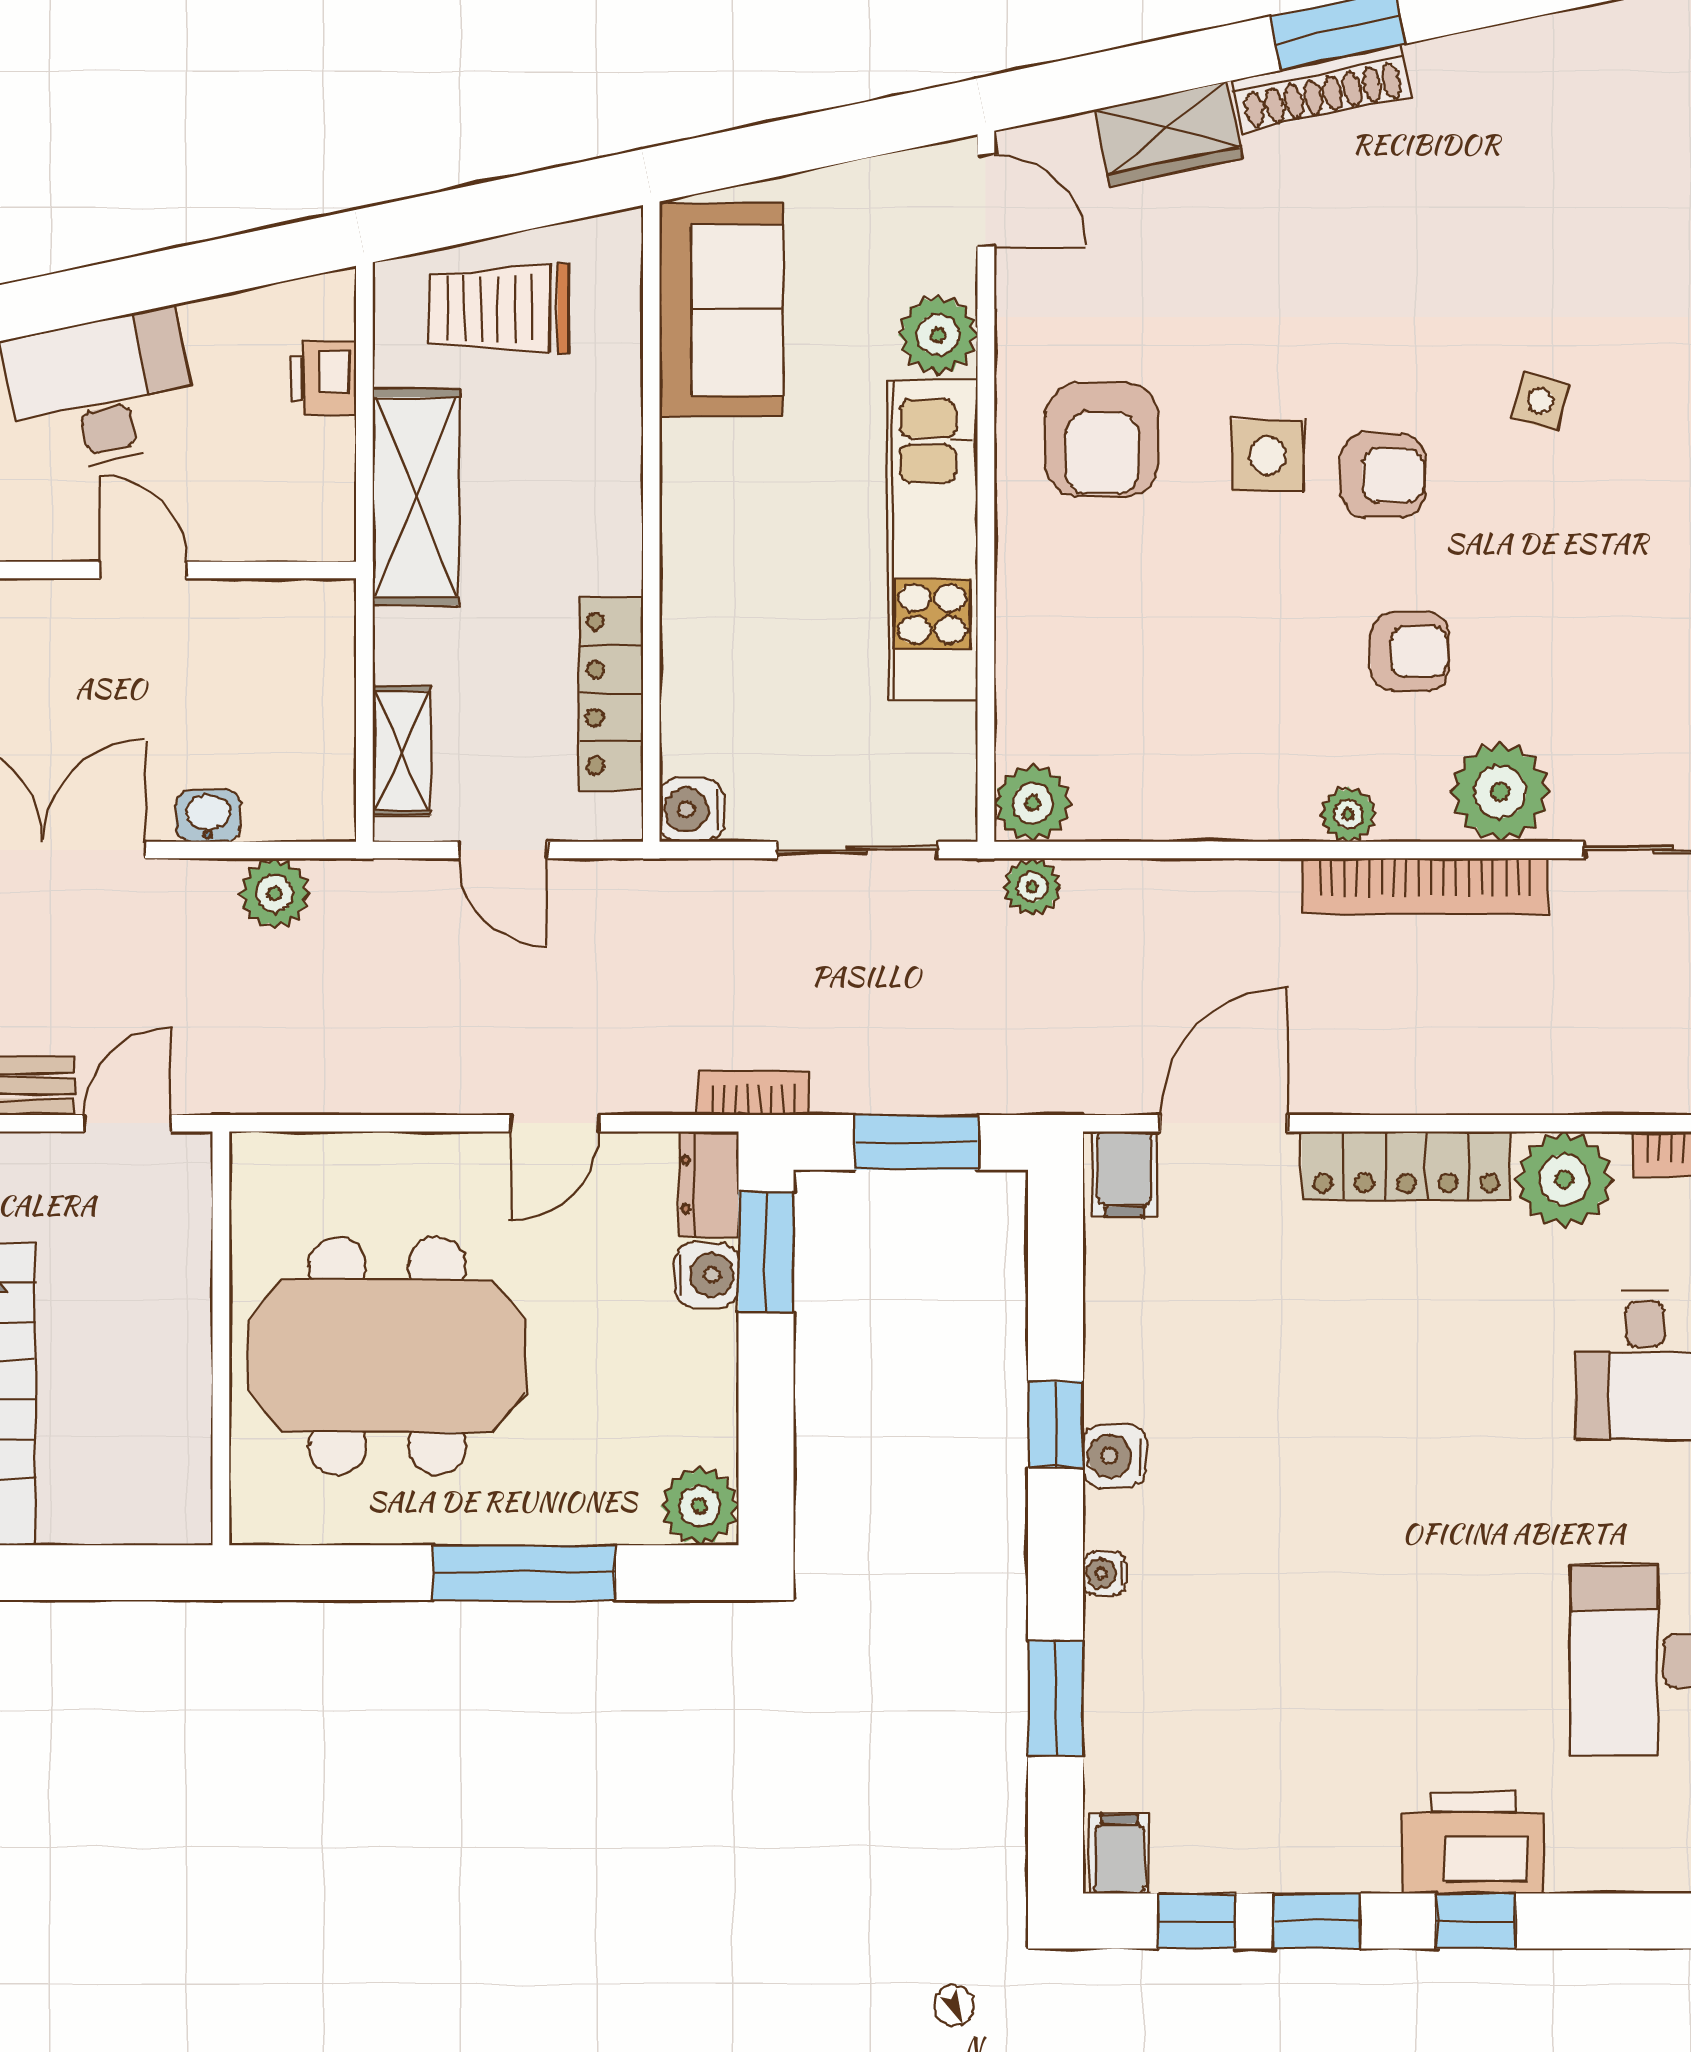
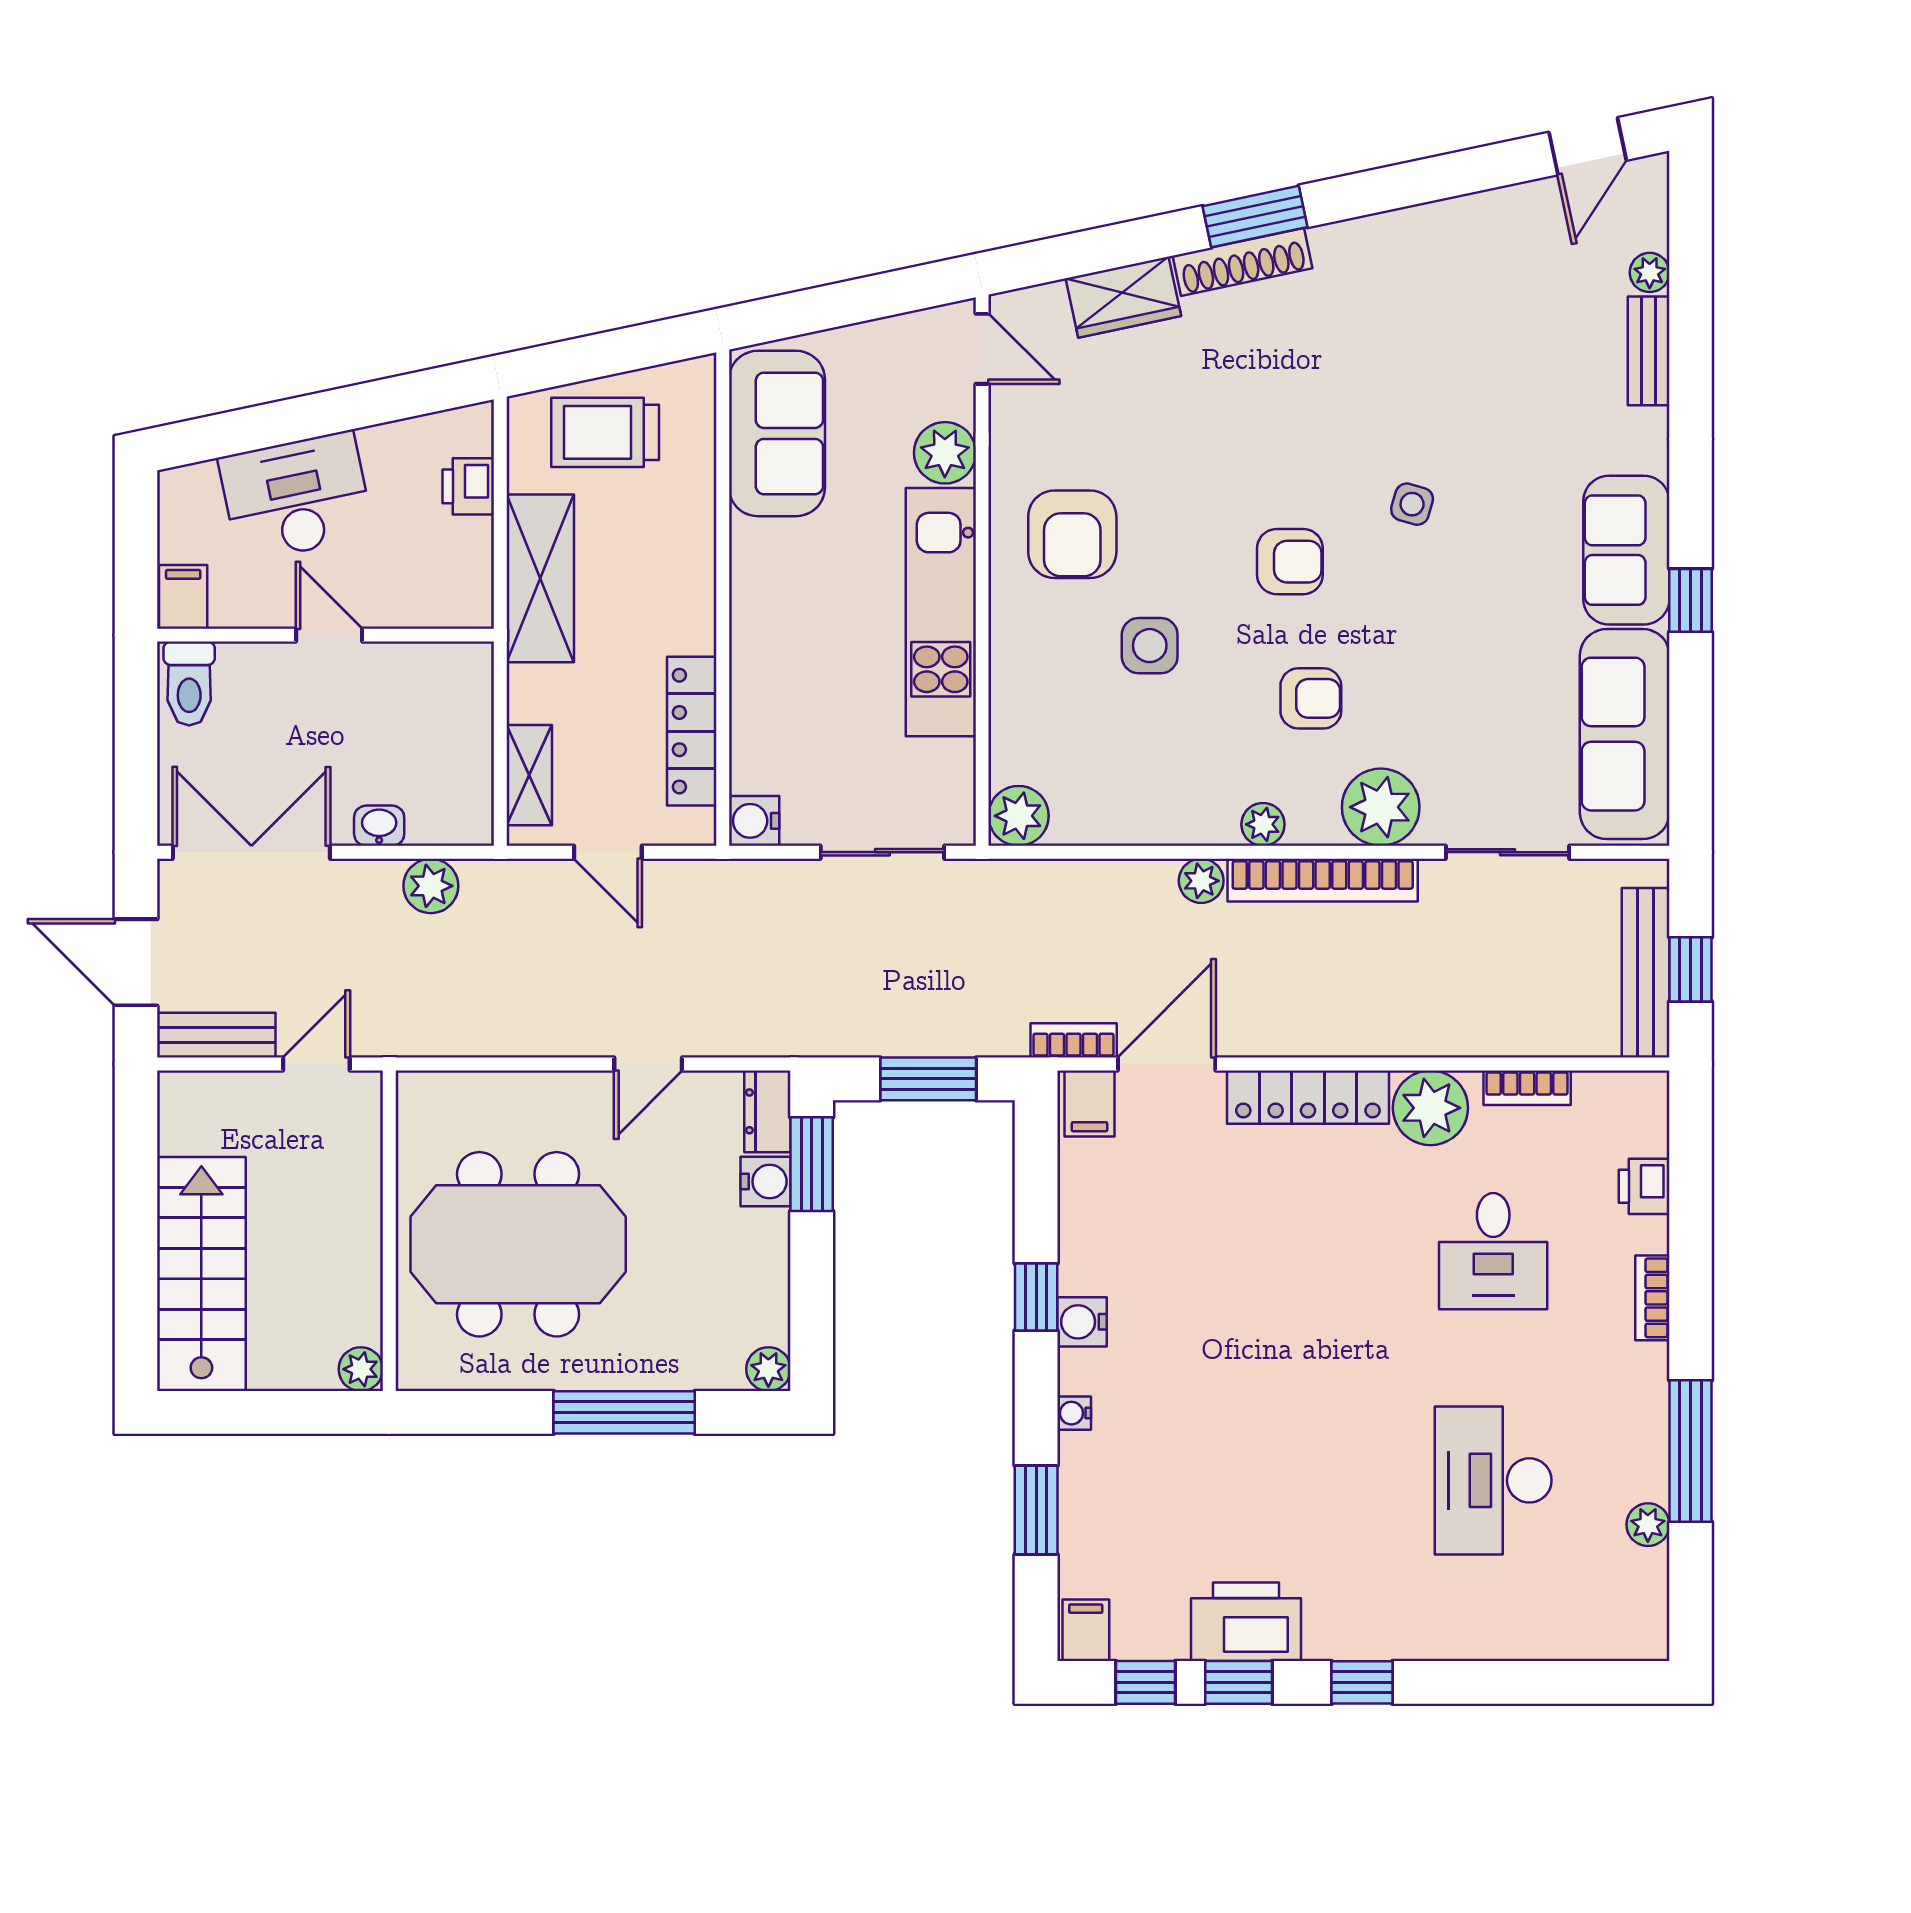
side table: (1268, 456) -> (1150, 646), moved
plant: (1032, 887) -> (1201, 881), moved
bookcase: (753, 1093) -> (1074, 1040), moved
plant: (700, 1506) -> (768, 1369), width x0.73, depth x0.73
plant: (184, 1517) -> (361, 1369), added
printer: (1473, 1843) -> (1246, 1622), moved

